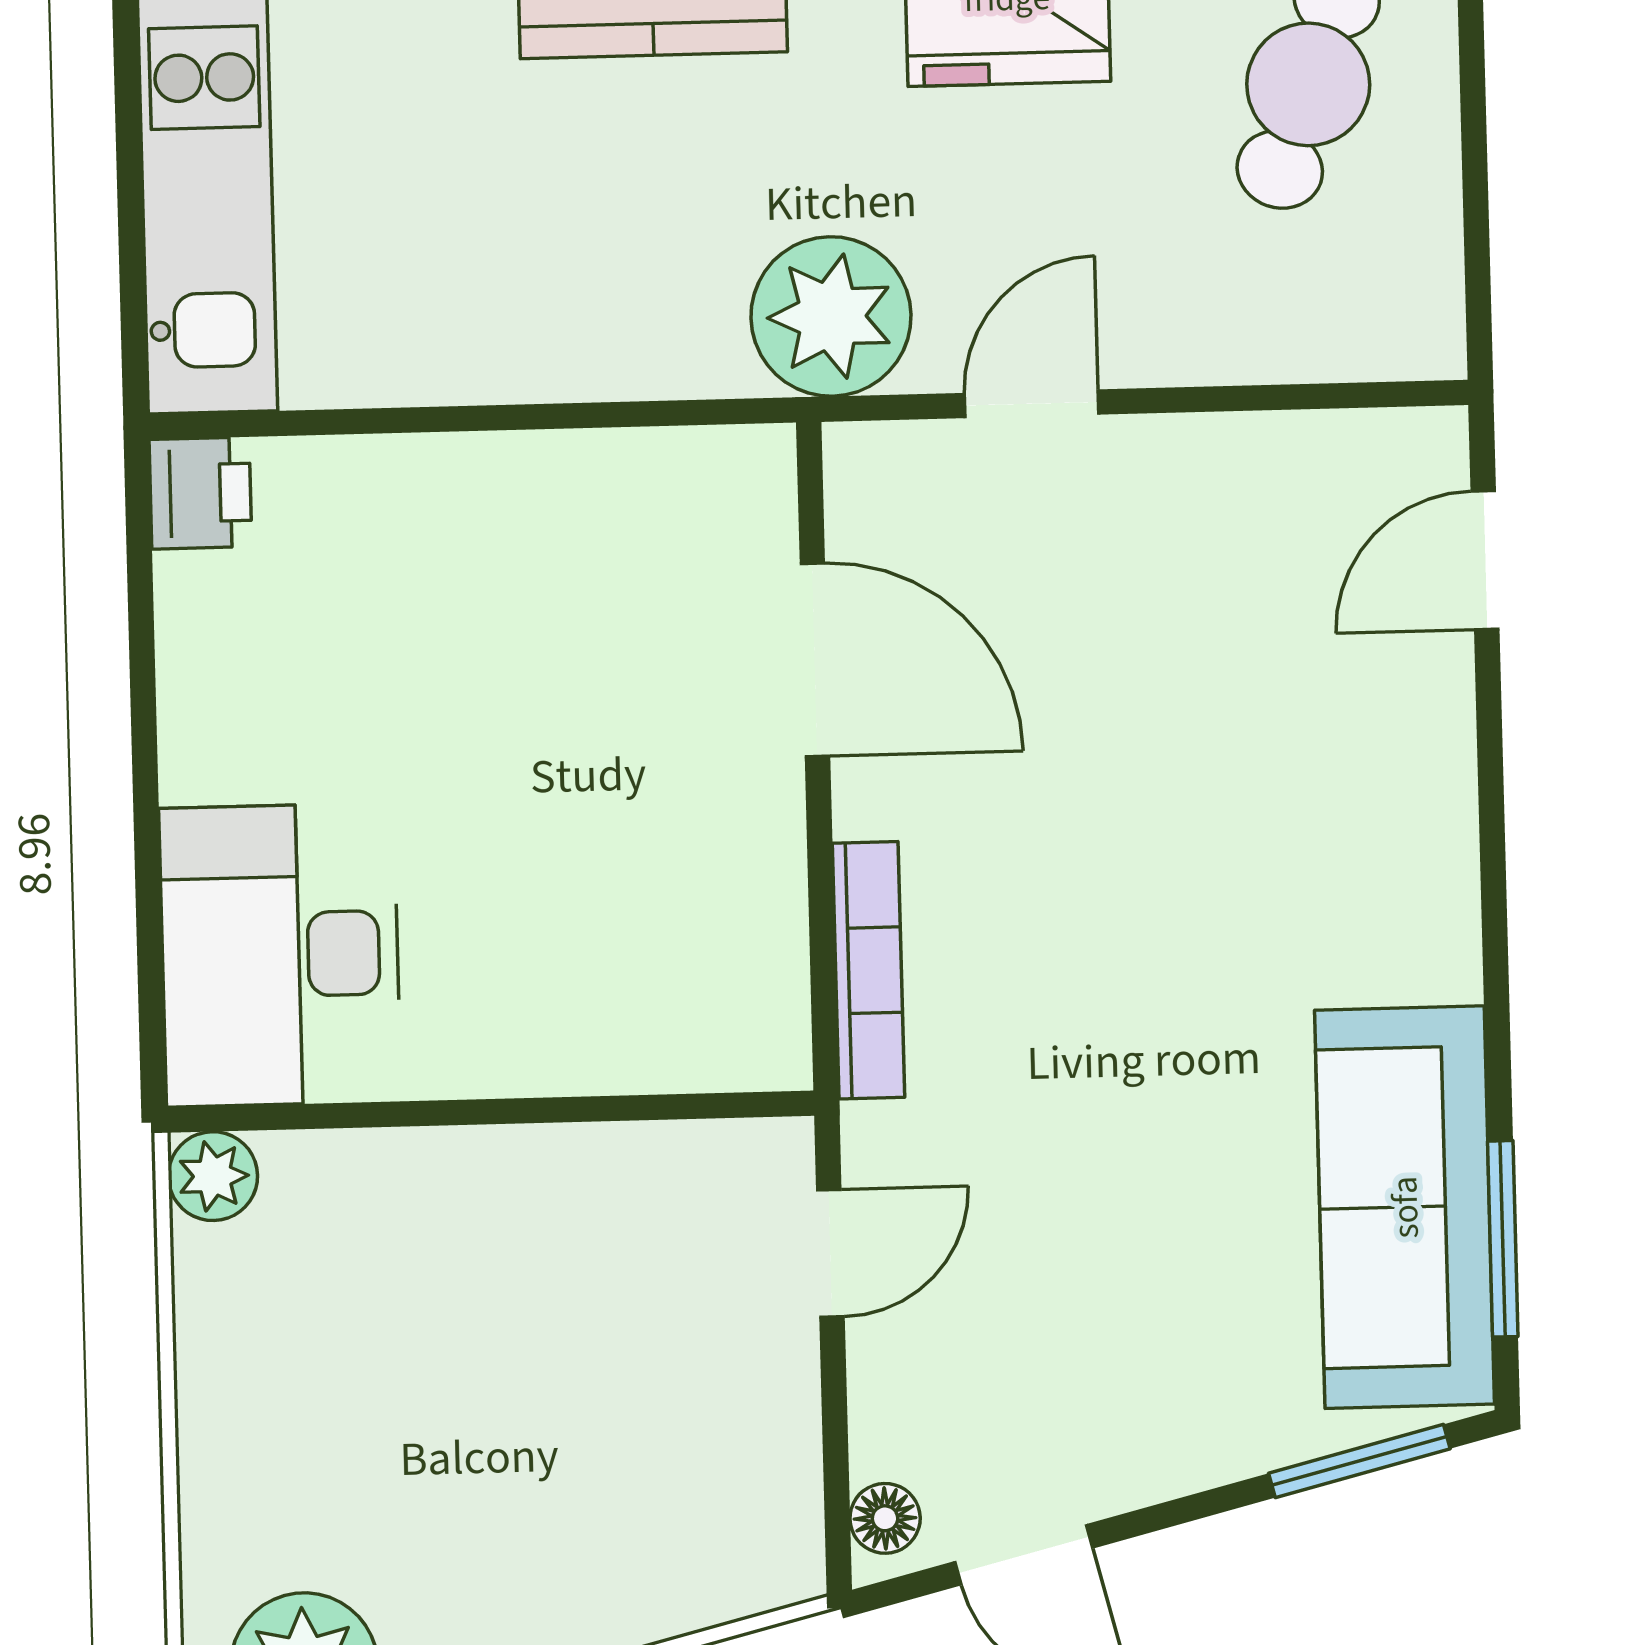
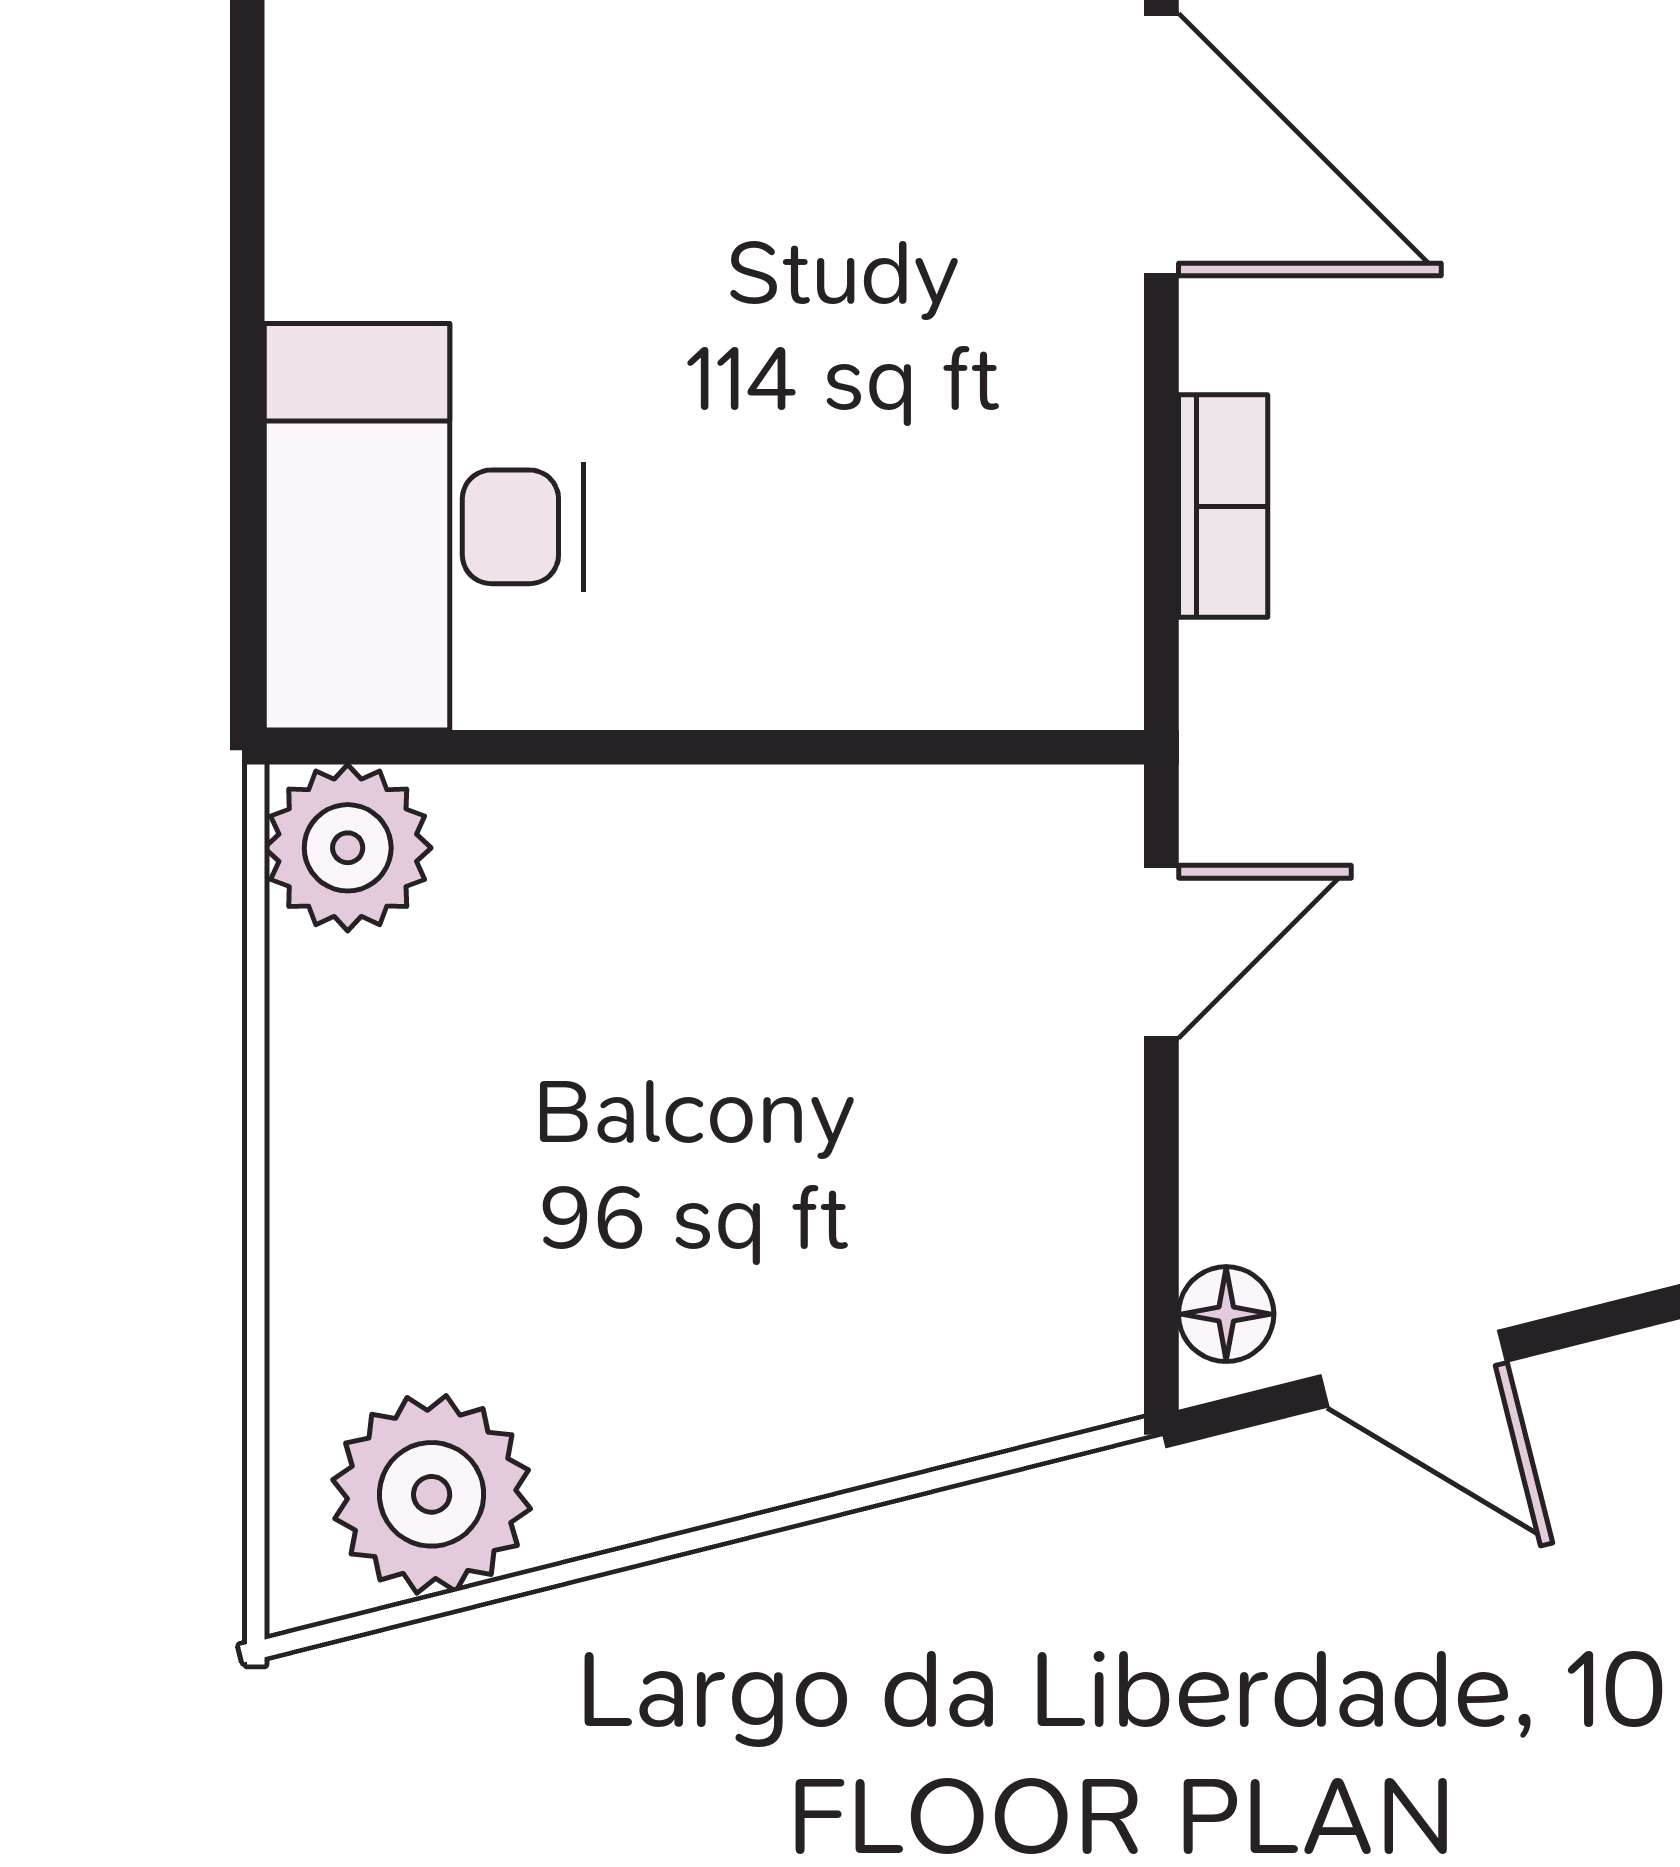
bookcase: (868, 970) -> (1223, 506), width x0.64
plant: (213, 1176) -> (348, 848), width x1.38, depth x1.38

